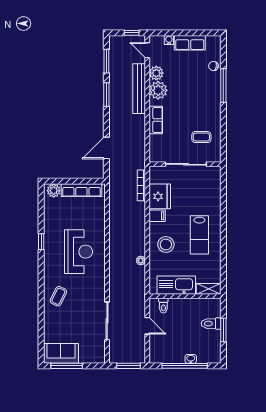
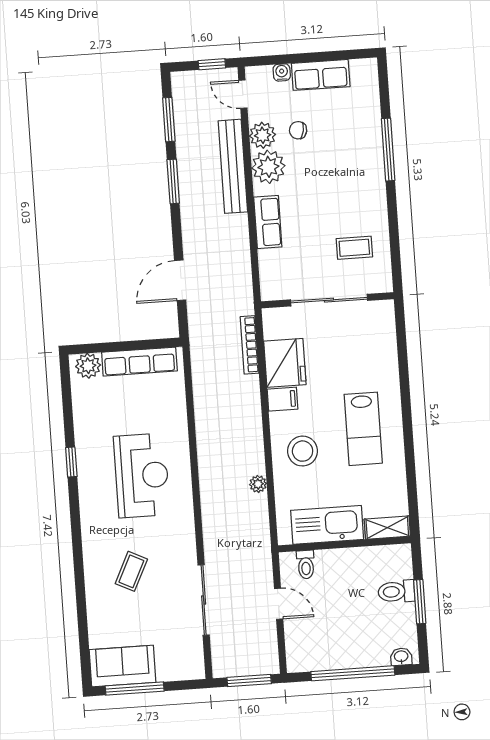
chair: (213, 66) -> (298, 130), moved
coffee table: (58, 296) -> (131, 571), moved
washbasin: (191, 359) -> (401, 657), moved

